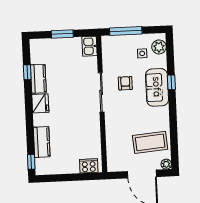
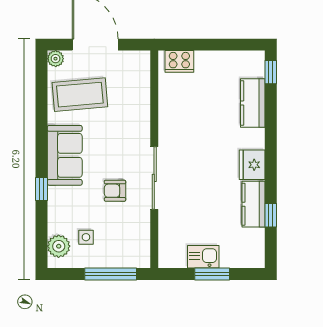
kitchen sink: (90, 46) -> (203, 257), moved, turned -90
armchair: (125, 83) -> (115, 191), turned 90
sofa: (157, 87) -> (65, 155), moved

